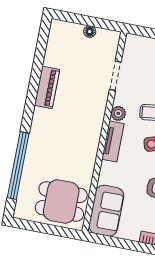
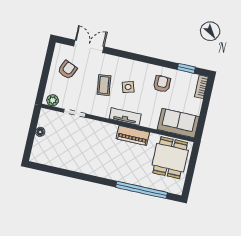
piano: (47, 87) -> (133, 135), moved, turned 180
plant: (118, 113) -> (53, 100), moved

